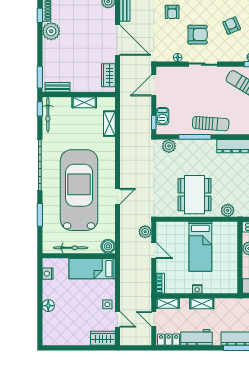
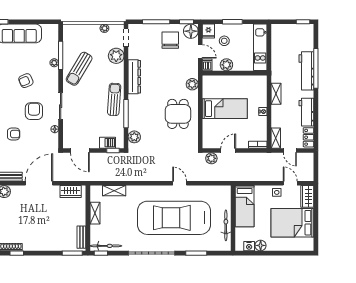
plant: (51, 31) -> (31, 243), removed
dining table: (195, 195) -> (178, 114), width x0.73
boiler: (108, 246) -> (224, 192), removed
shelving: (202, 303) -> (276, 94), moved
floor lamp: (48, 306) -> (261, 245), moved
door: (117, 319) -> (290, 183), hinge flipped
door: (154, 319) -> (290, 151), hinge flipped
bed: (74, 322) -> (292, 223), added

